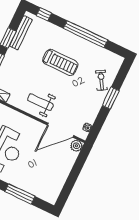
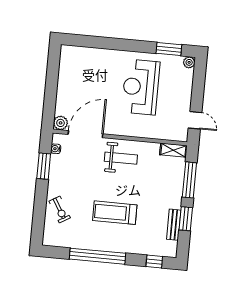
bench: (21, 33) -> (174, 225), width x0.73
window: (111, 98) -> (44, 166), moved
window: (20, 194) -> (105, 43), removed

